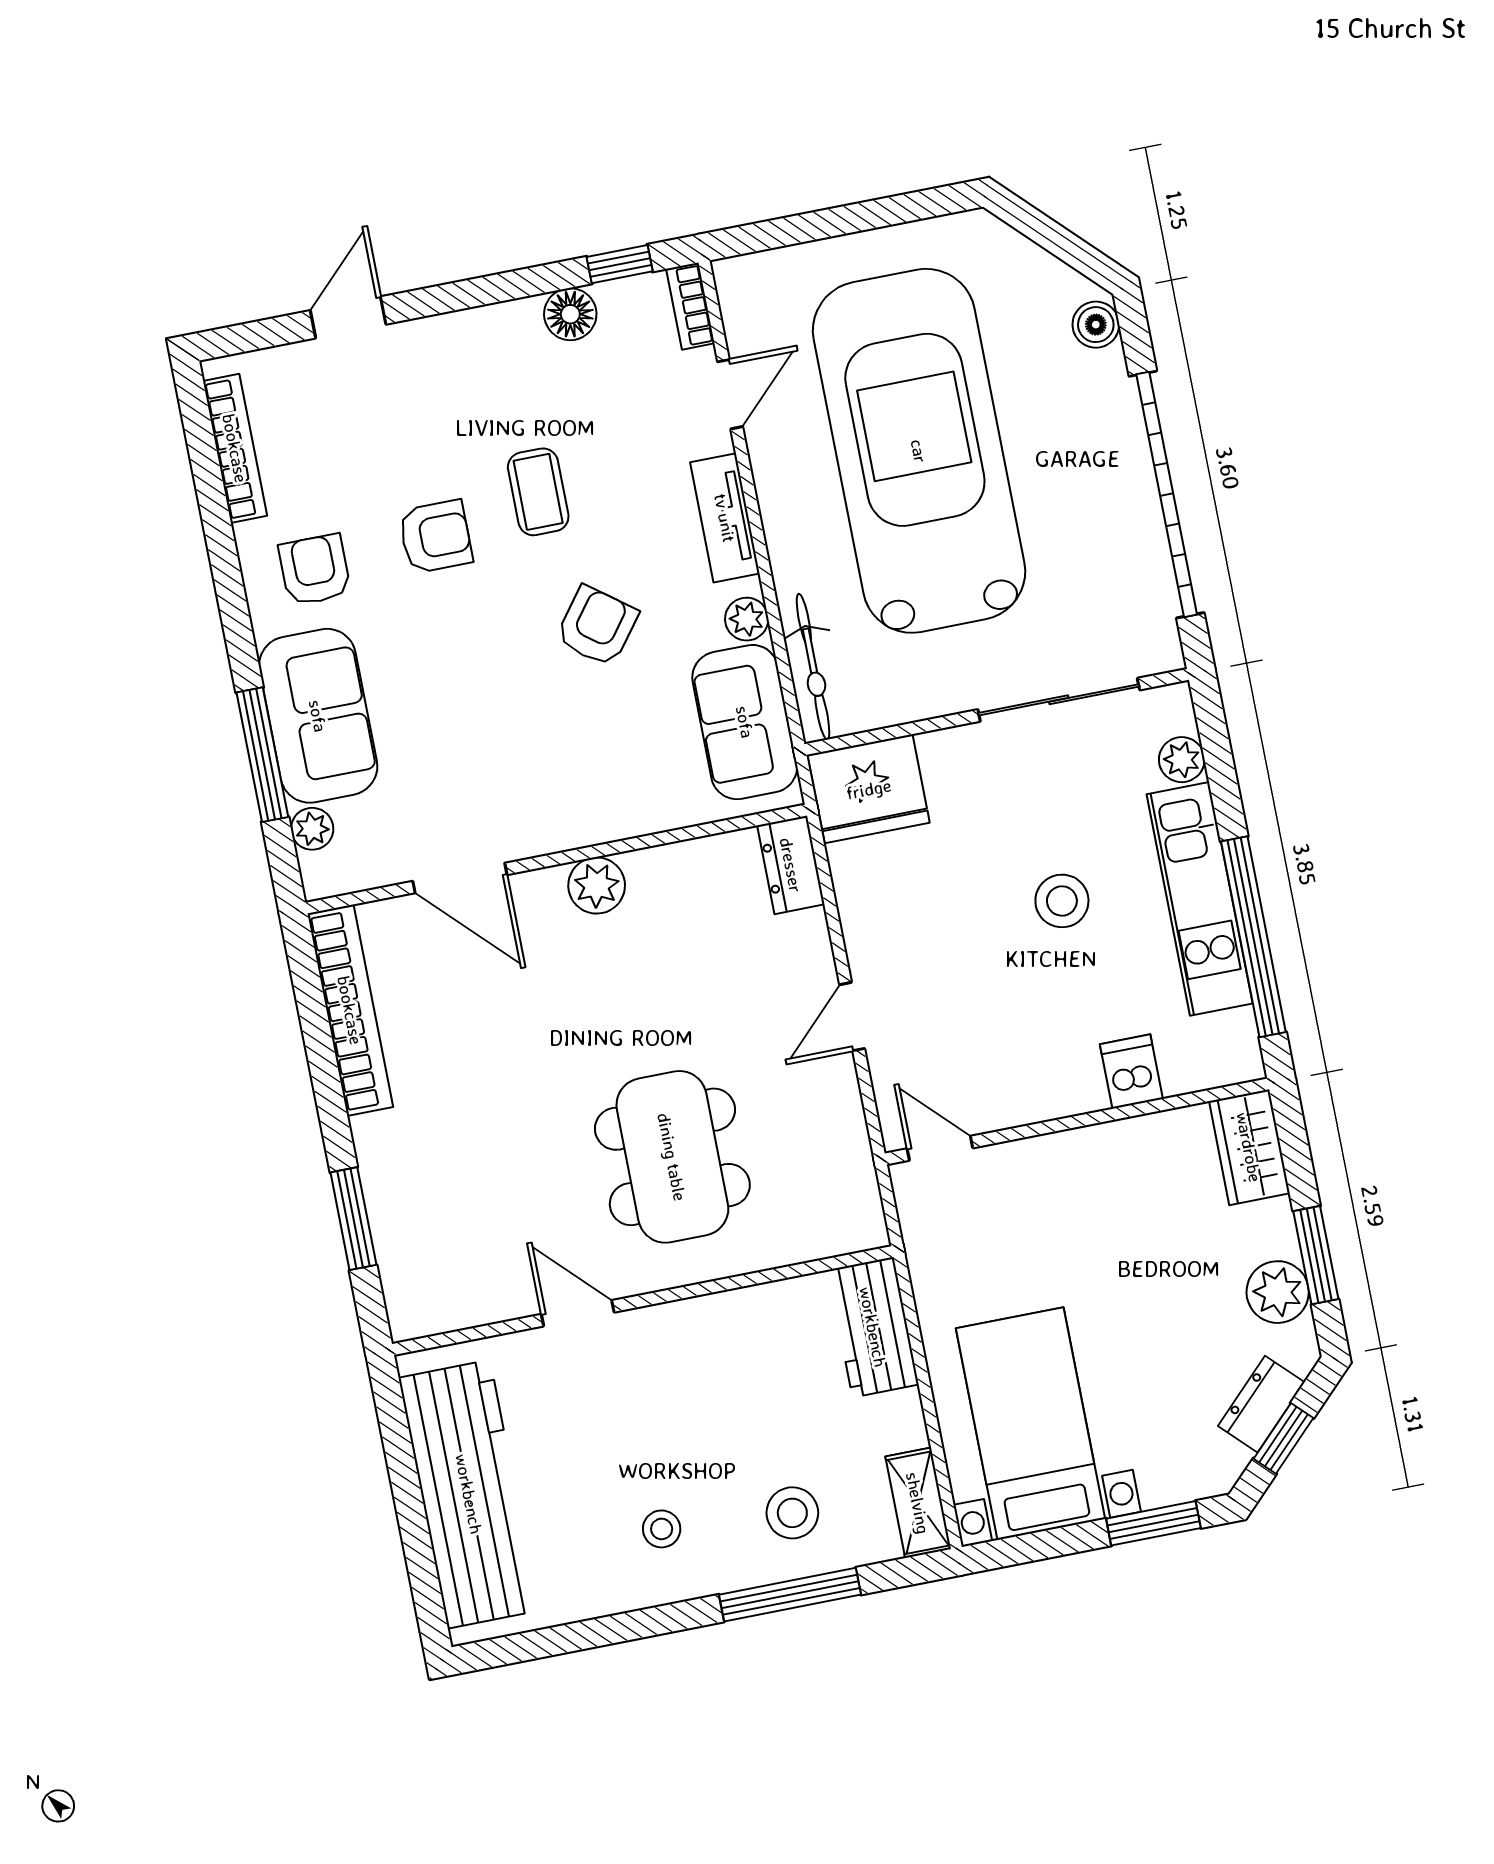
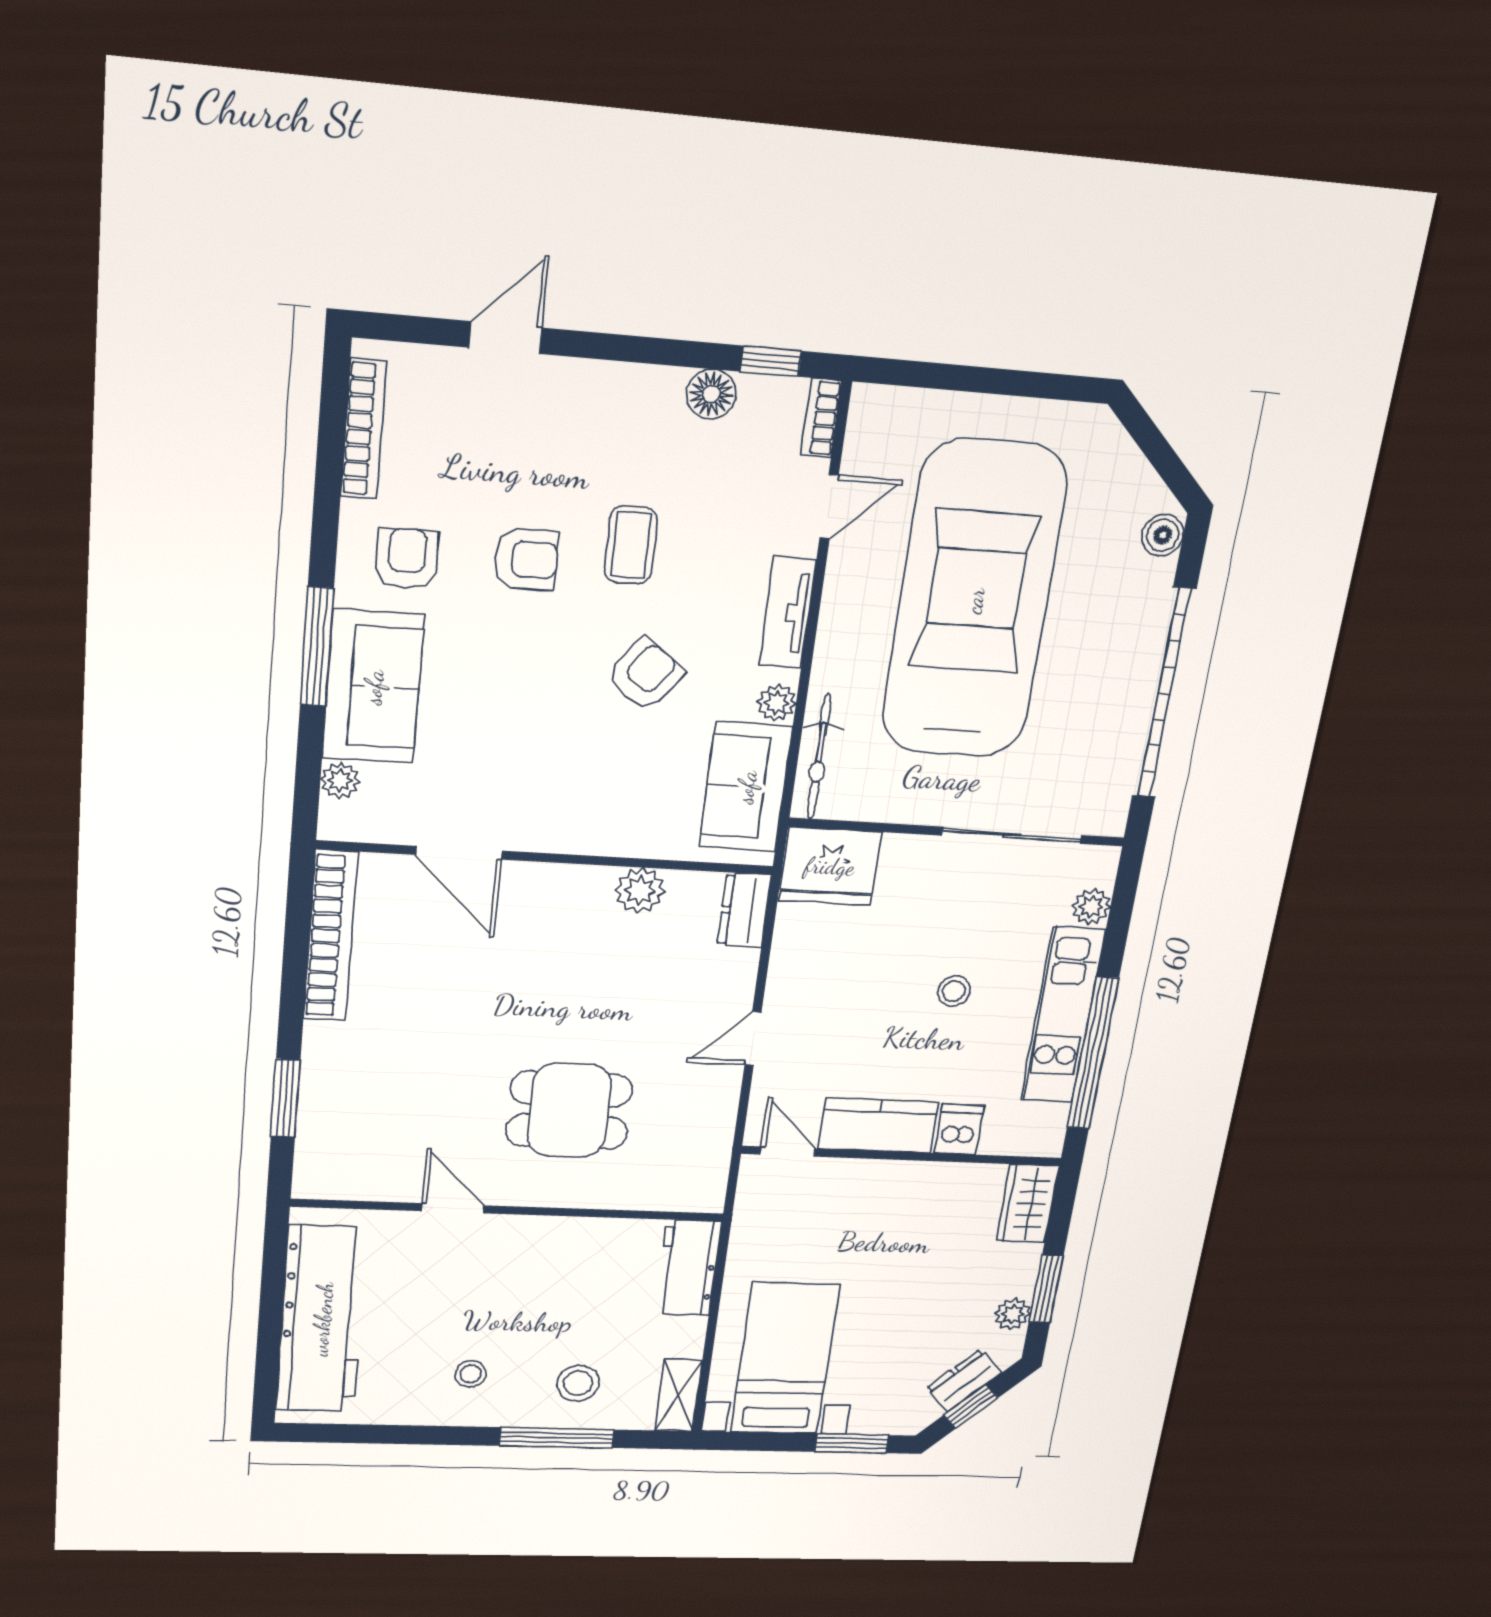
window: (262, 755) -> (317, 647), moved
plant: (597, 885) -> (640, 891), moved
stool: (1062, 901) -> (954, 991), width x0.73, depth x0.73
kitchen counter: (1034, 1089) -> (878, 1125), added
dining table: (672, 1157) -> (569, 1110), width x0.73
plant: (1278, 1292) -> (1013, 1314), width x0.73, depth x0.73

